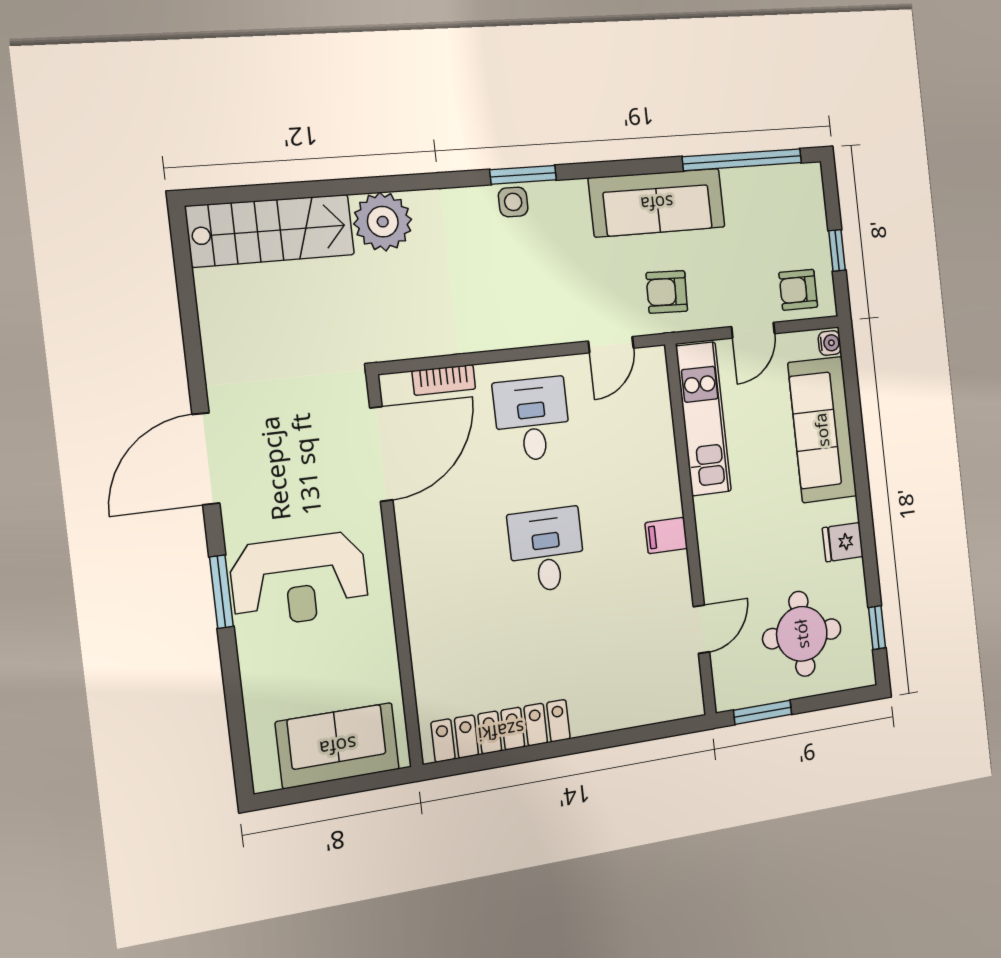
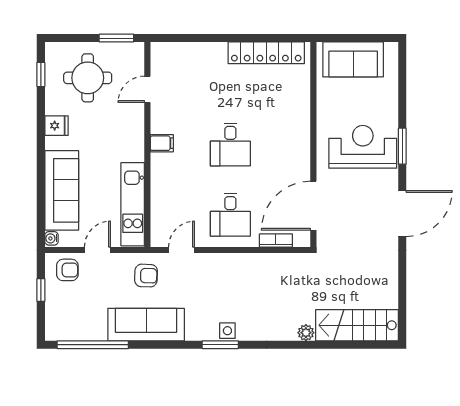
plant: (383, 222) -> (306, 333), width x0.53, depth x0.53

